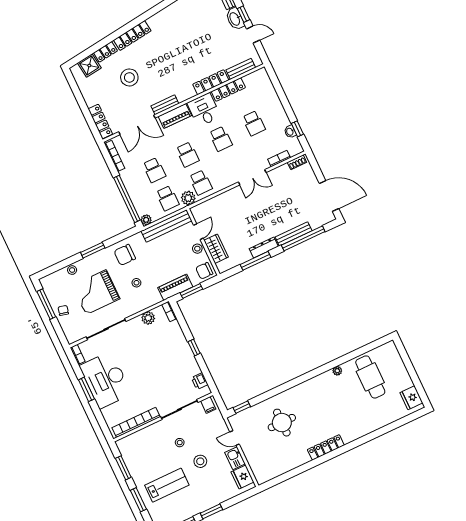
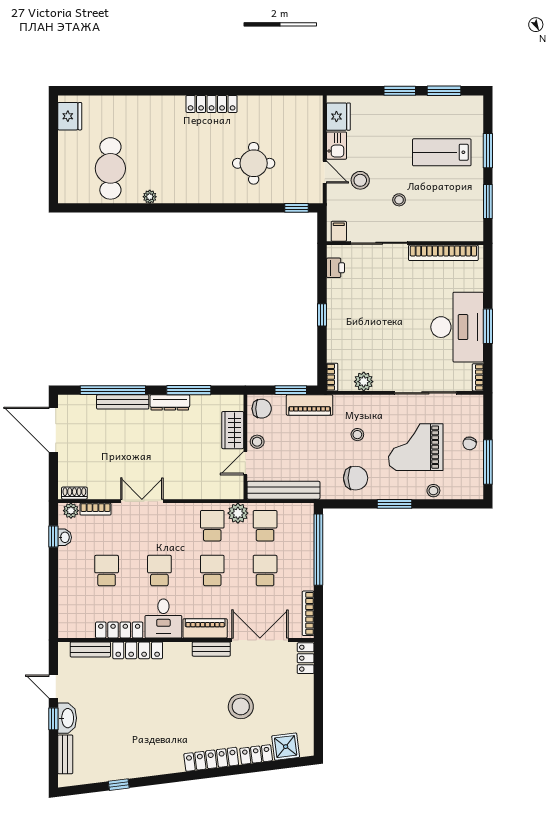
locker: (100, 122) -> (306, 658), width x0.66
plant: (146, 220) -> (71, 511), moved
grand piano: (96, 292) -> (416, 447), turned 180
stool: (200, 461) -> (360, 180), moved

